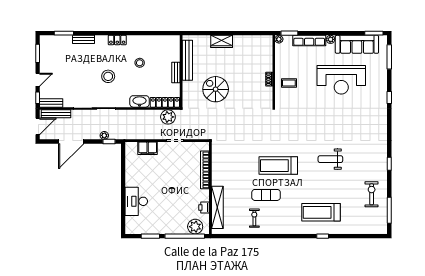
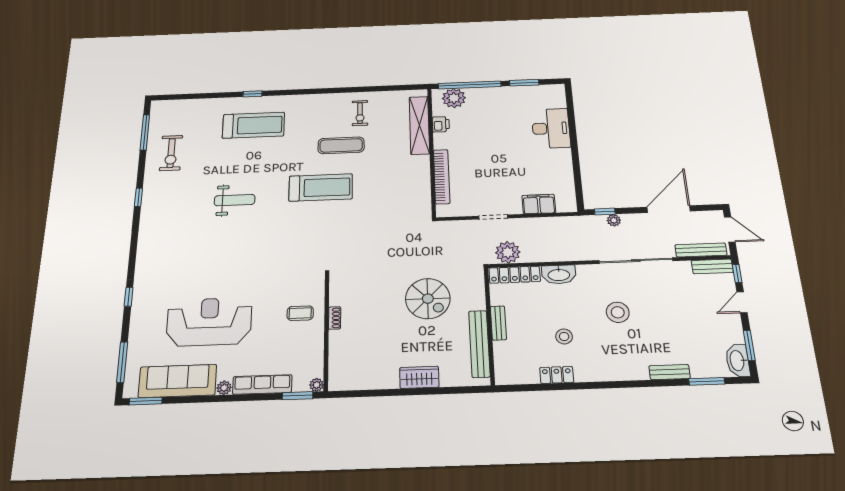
locker: (117, 40) -> (557, 375), moved
washbasin: (45, 45) -> (738, 361), added
door: (38, 126) -> (730, 230), swing flipped

